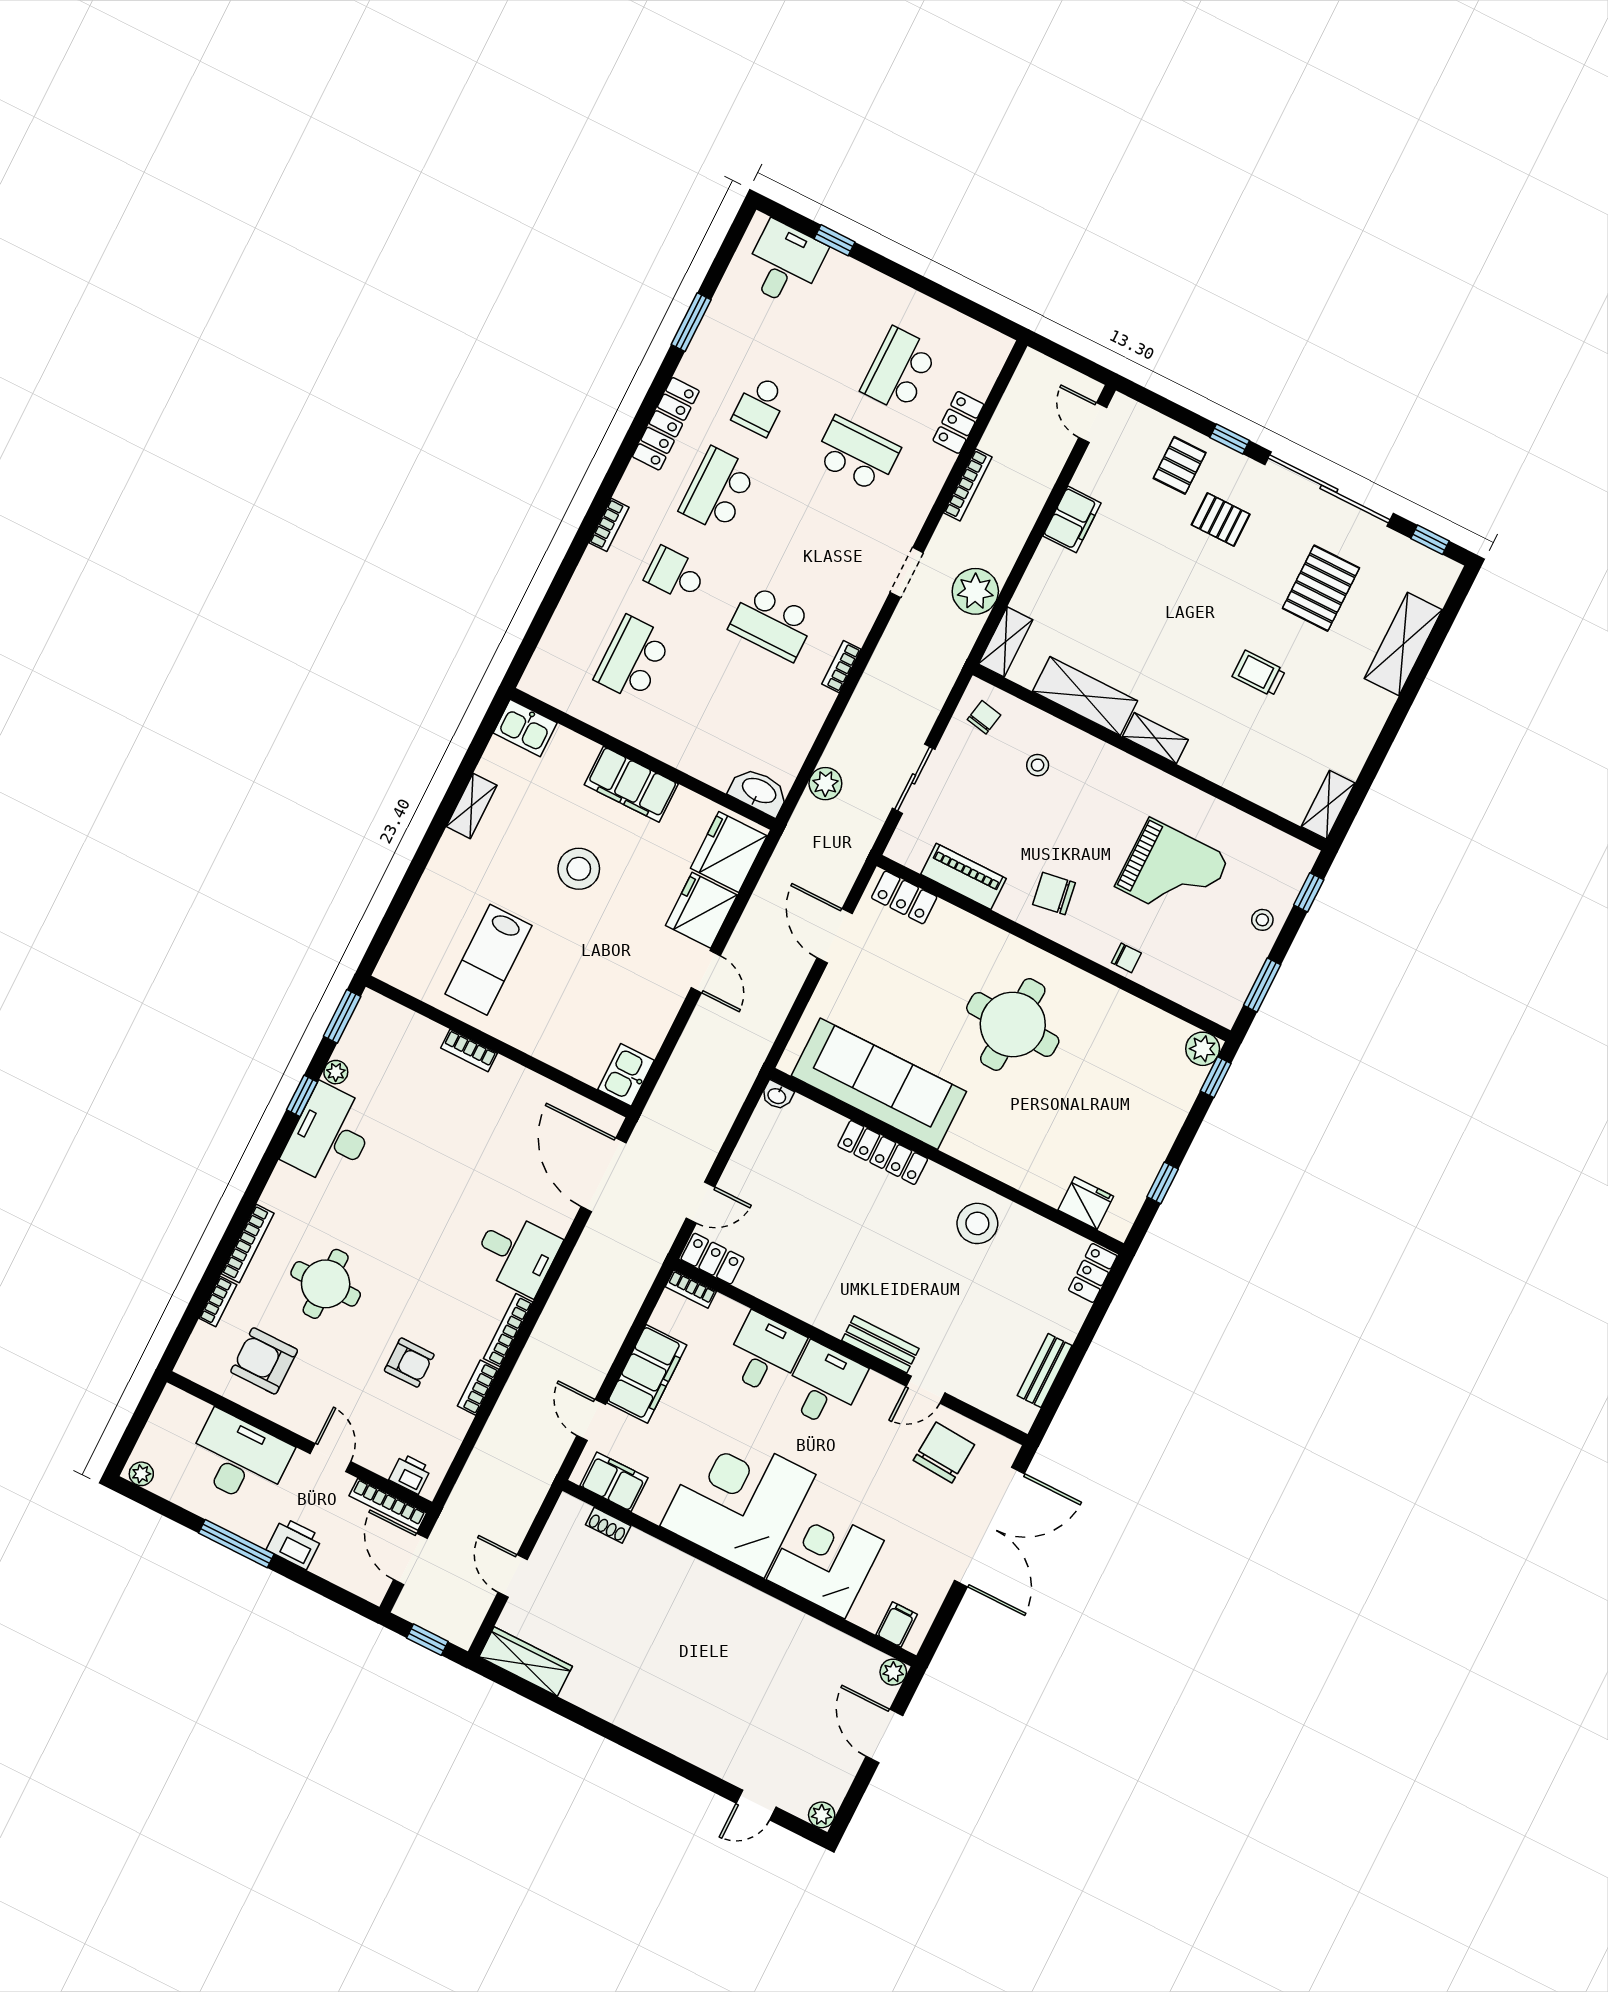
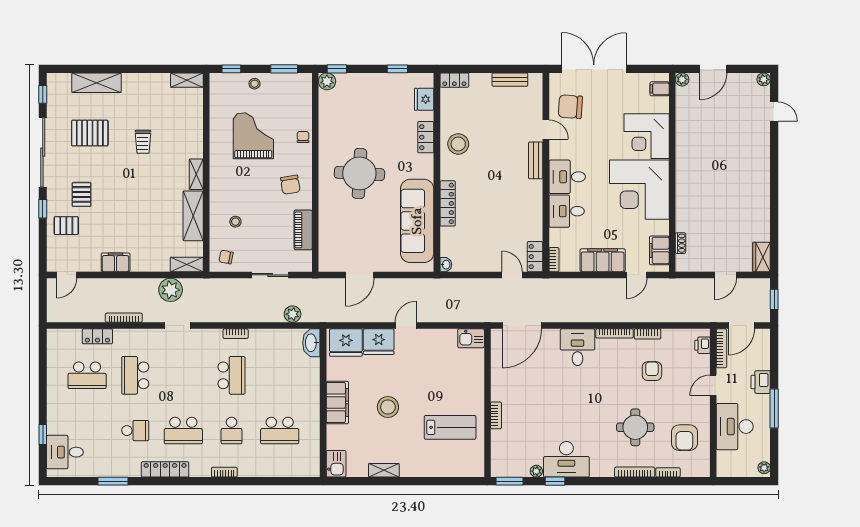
locker: (904, 897) -> (426, 137), moved, turned 180
wardrobe: (526, 1662) -> (762, 257), width x0.67

